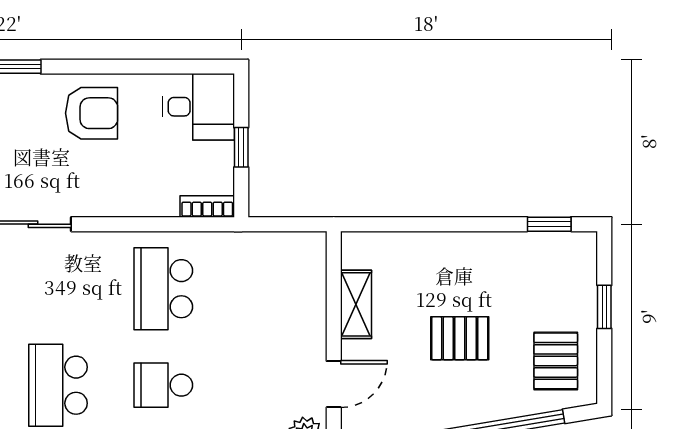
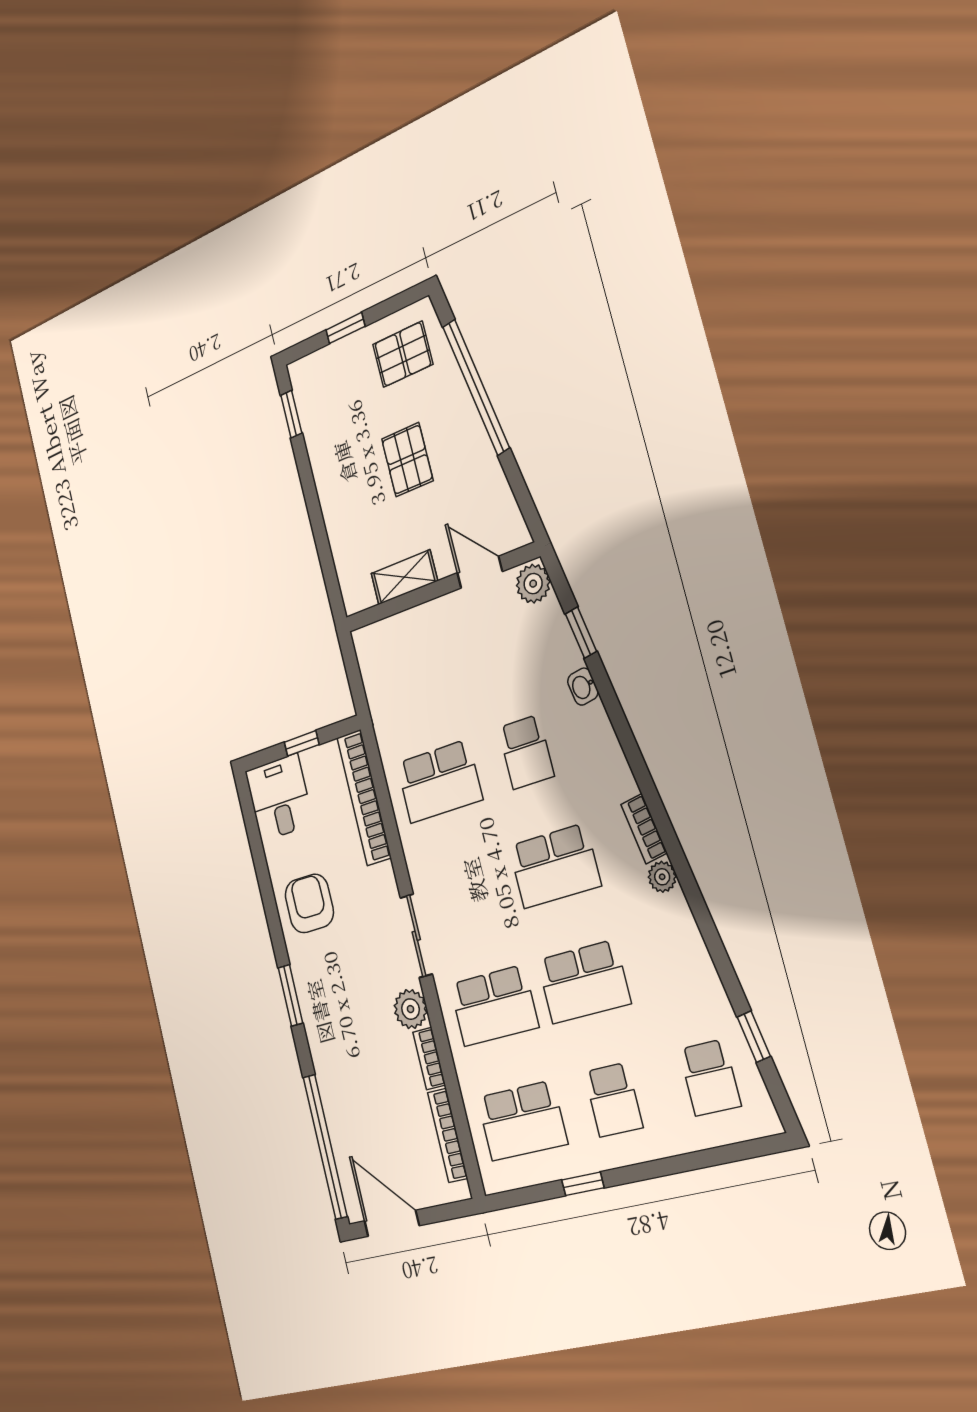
bookcase: (207, 206) -> (364, 798), width x2.31, depth x1.31

